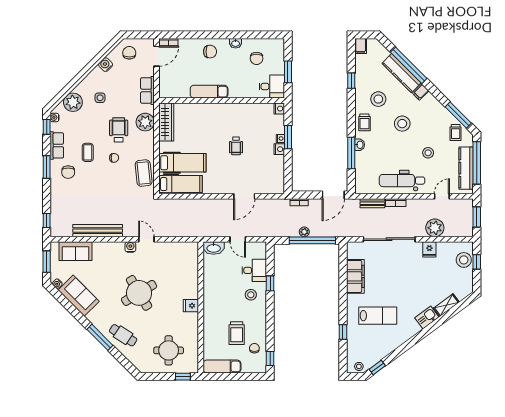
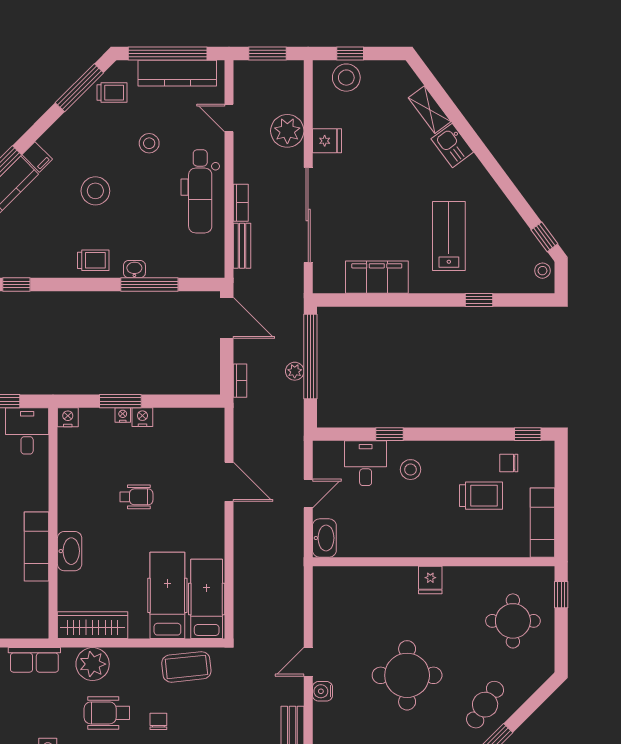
stool: (378, 99) -> (50, 235), removed
washbasin: (207, 110) -> (70, 551), added
round table: (139, 293) -> (407, 675), turned 31

